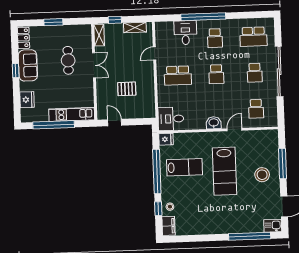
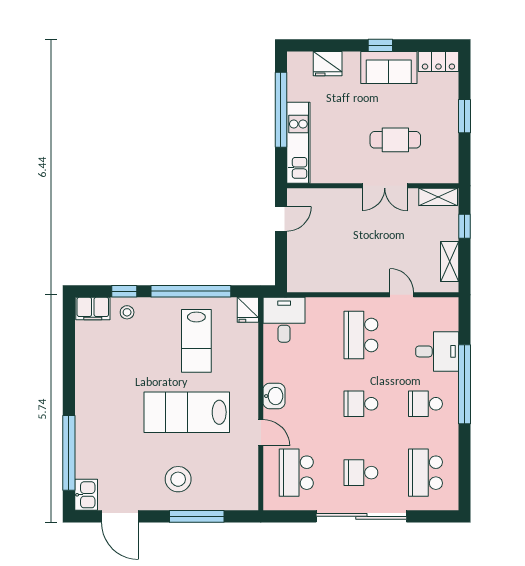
pallet: (127, 89) -> (340, 243), removed
school desk: (256, 109) -> (296, 473), width x1.85

